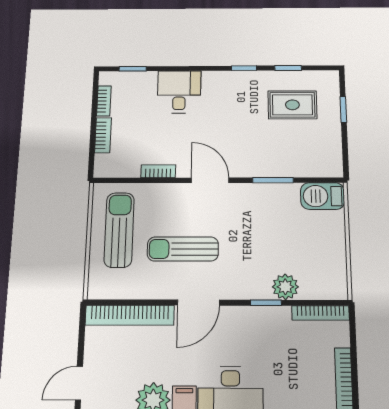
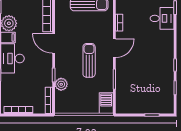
desk: (179, 92) -> (162, 18), moved
rug: (292, 105) -> (155, 89), removed
sun lounger: (183, 249) -> (89, 60), moved

